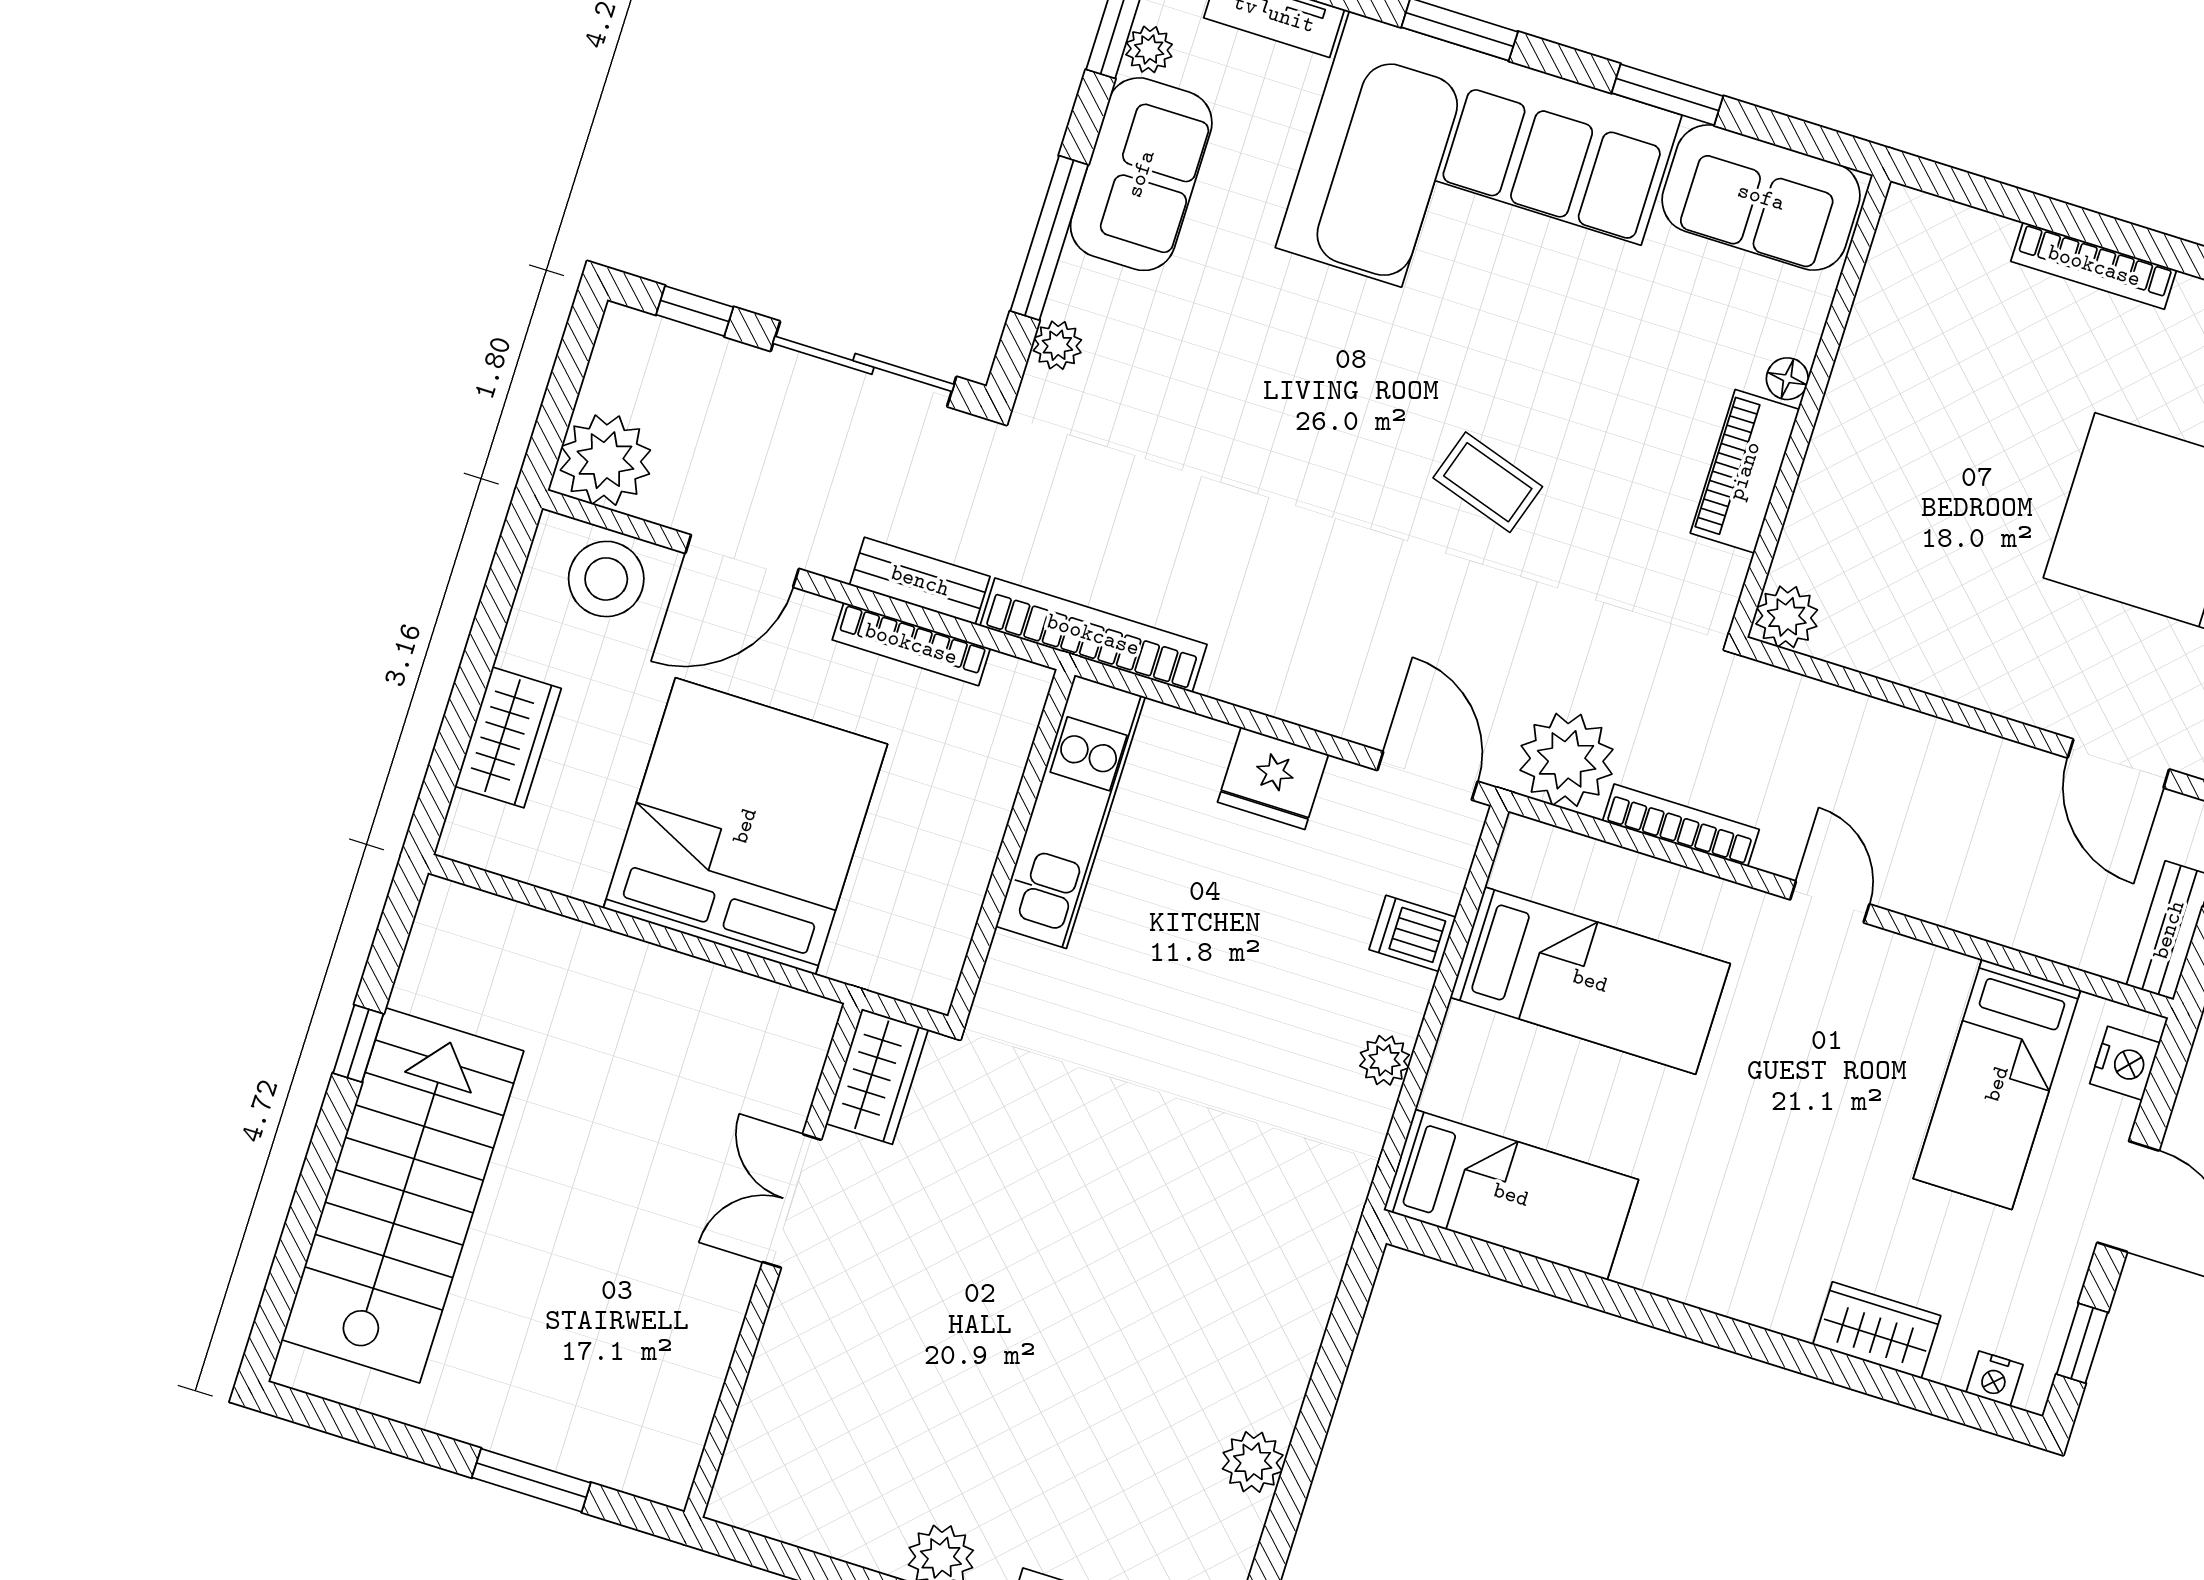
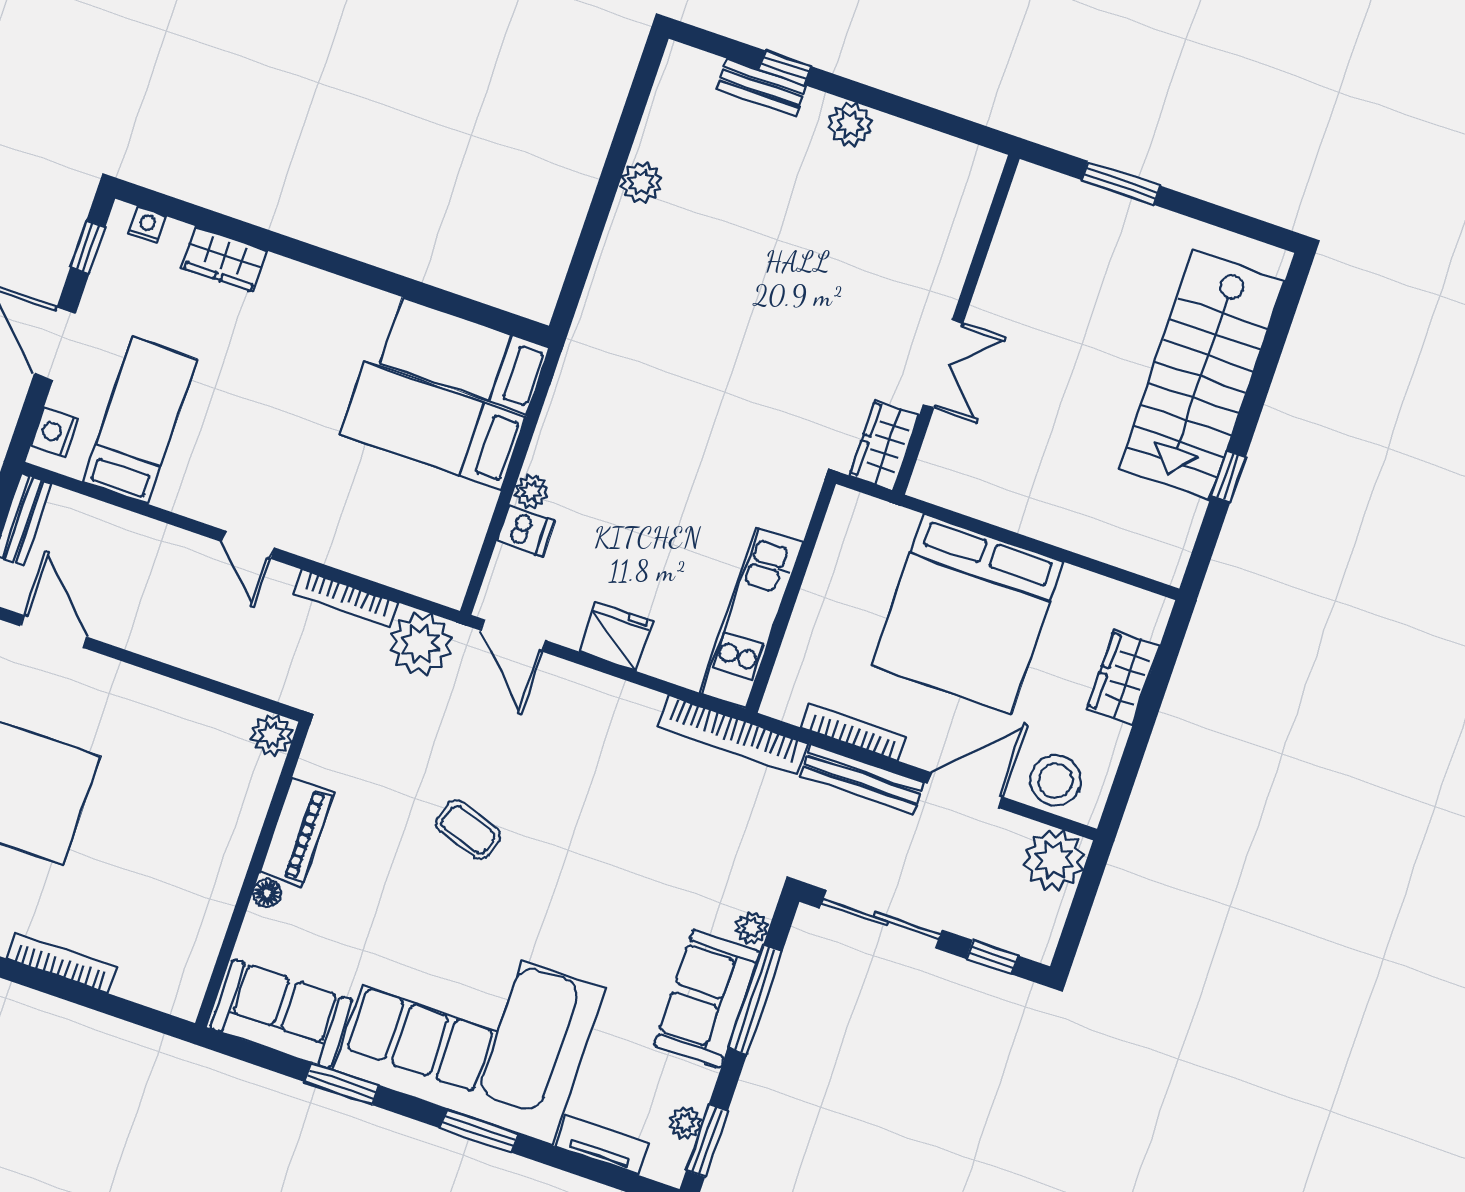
sofa: (1141, 174) -> (707, 999), moved
bench: (920, 581) -> (862, 779), width x1.36
bed: (1590, 981) -> (433, 426), moved
plant: (1385, 1060) -> (531, 492), moved

